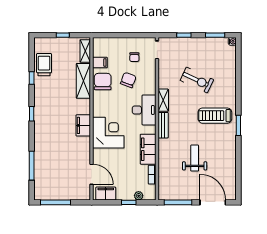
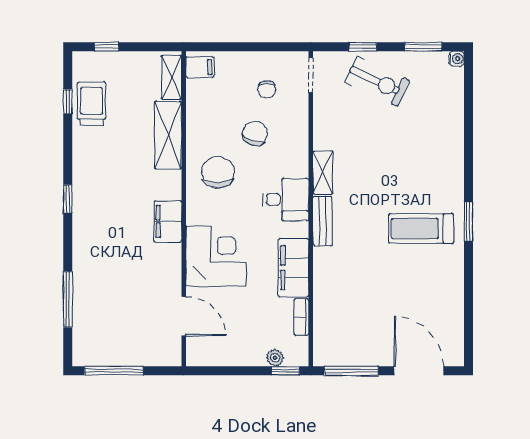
window: (63, 35) -> (107, 47), moved
filing cabinet: (100, 63) -> (200, 67), moved
window: (32, 78) -> (68, 101), moved
exercise bike: (197, 80) -> (377, 81), moved
chair: (103, 82) -> (218, 172), moved
desk: (144, 110) -> (286, 200), width x0.73
treadmill: (215, 116) -> (421, 228), moved
corner desk: (108, 133) -> (216, 256), moved
weight bench: (195, 158) -> (384, 285), removed
filing cabinet: (106, 194) -> (211, 354), removed
window: (129, 202) -> (286, 371), moved

